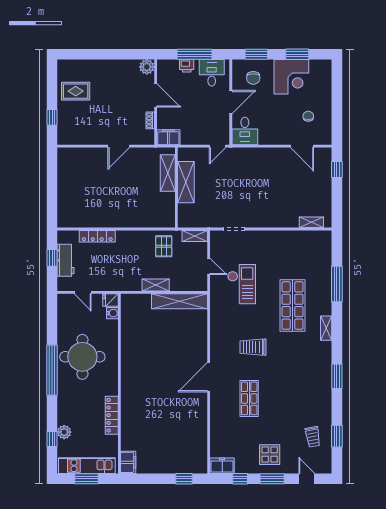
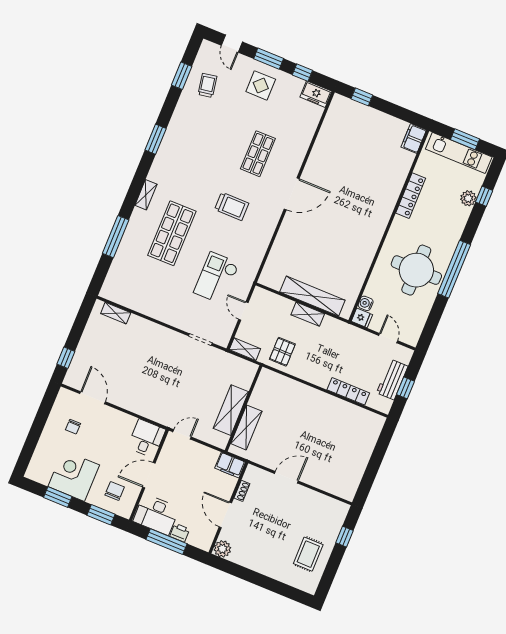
desk: (212, 73) -> (156, 515), width x1.37
rug: (76, 91) -> (308, 554), turned 90
shelving: (180, 301) -> (312, 296), moved

